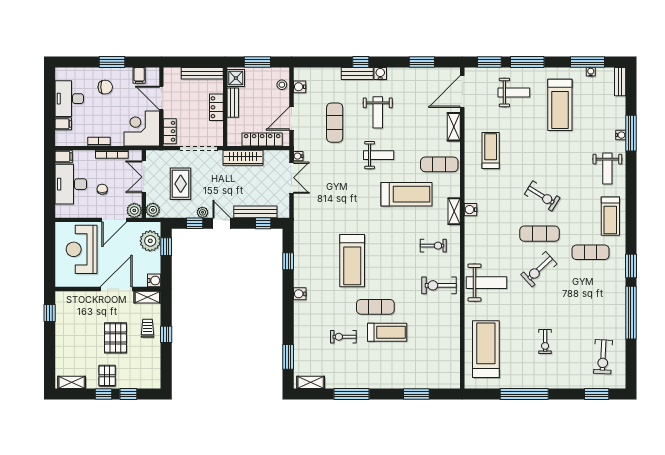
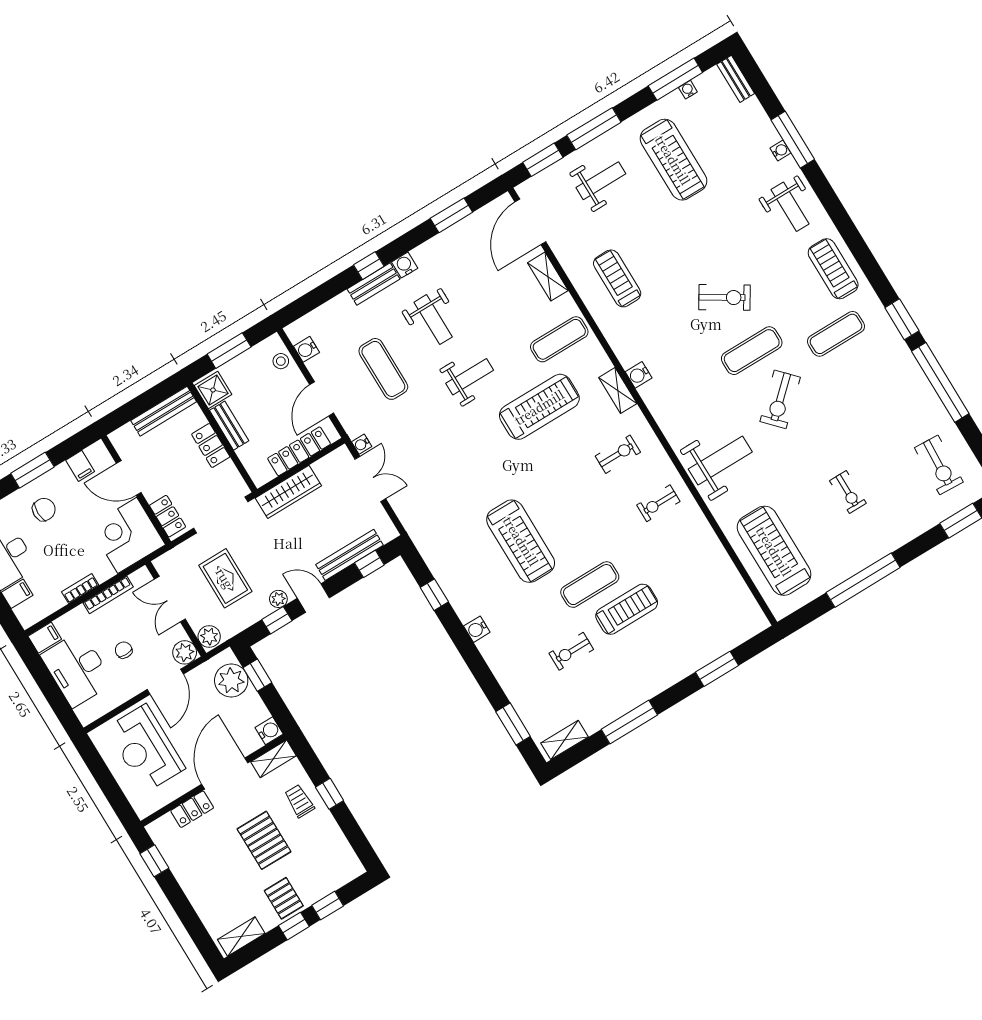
treadmill: (610, 216) -> (833, 269), turned 180
exercise bike: (439, 285) -> (658, 503), width x0.73, depth x0.72
locker: (87, 298) -> (192, 809), added

